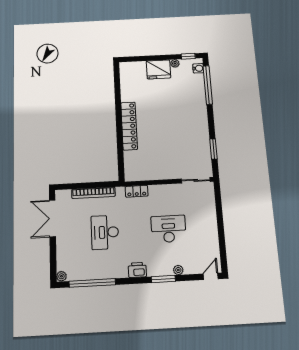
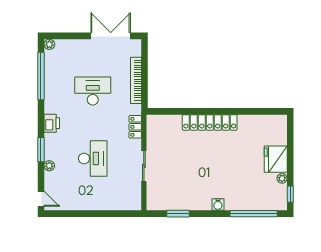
water cooler: (198, 68) -> (218, 205), moved
sliding door: (196, 180) -> (144, 166), moved

